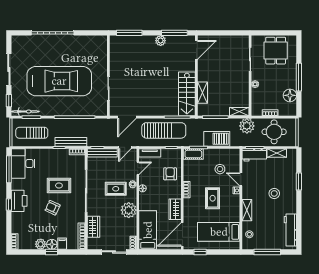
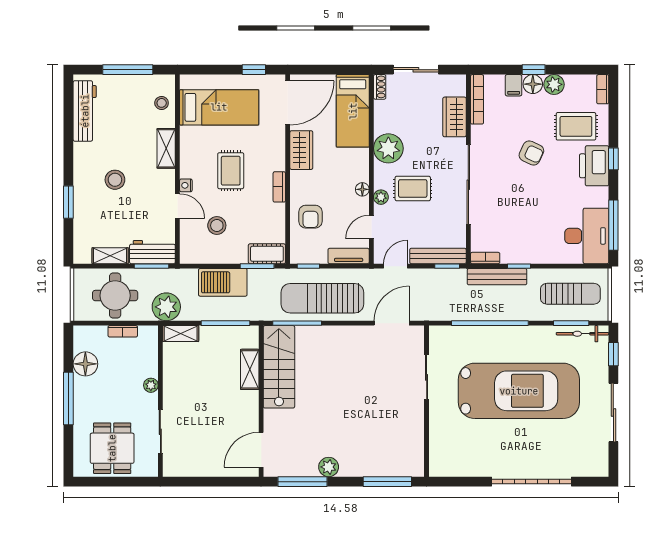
car: (59, 81) -> (519, 391), turned 180
rug: (59, 186) -> (576, 126), moved

